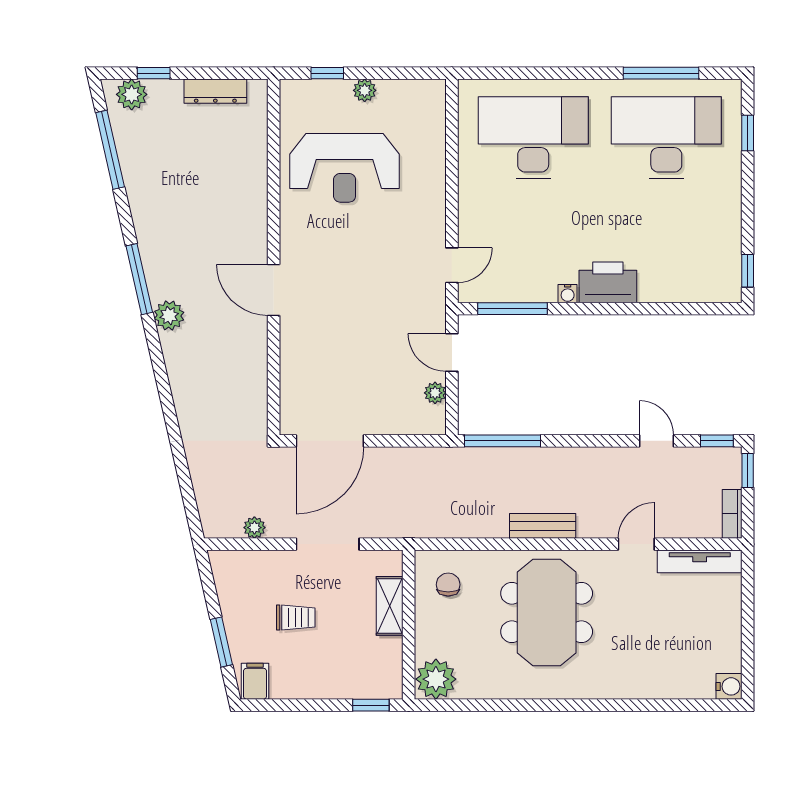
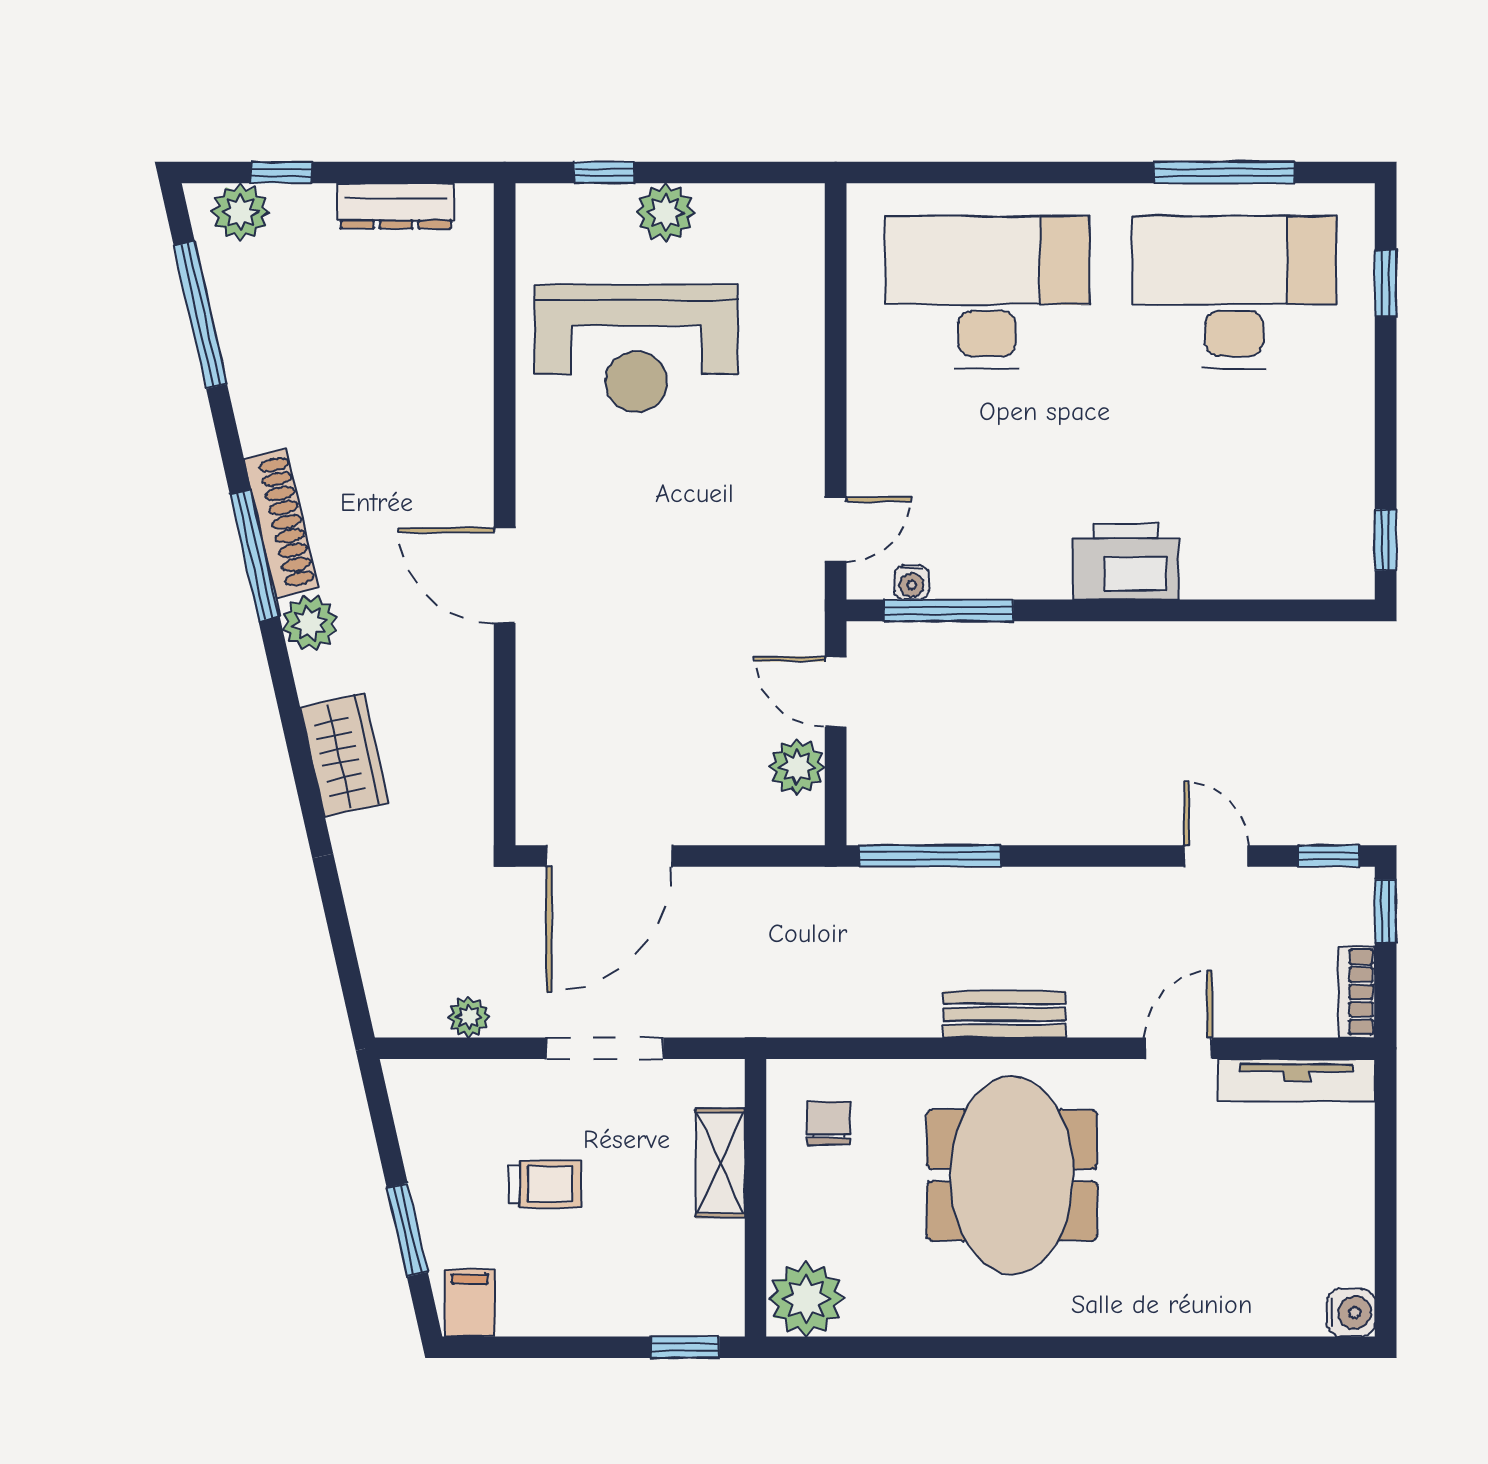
plant: (365, 90) -> (666, 213), width x1.38, depth x1.38
shoe rack: (153, 262) -> (281, 523), added
water cooler: (568, 294) -> (912, 582), moved
wardrobe: (187, 386) -> (344, 755), added
plant: (435, 393) -> (797, 767), width x1.38, depth x1.38

